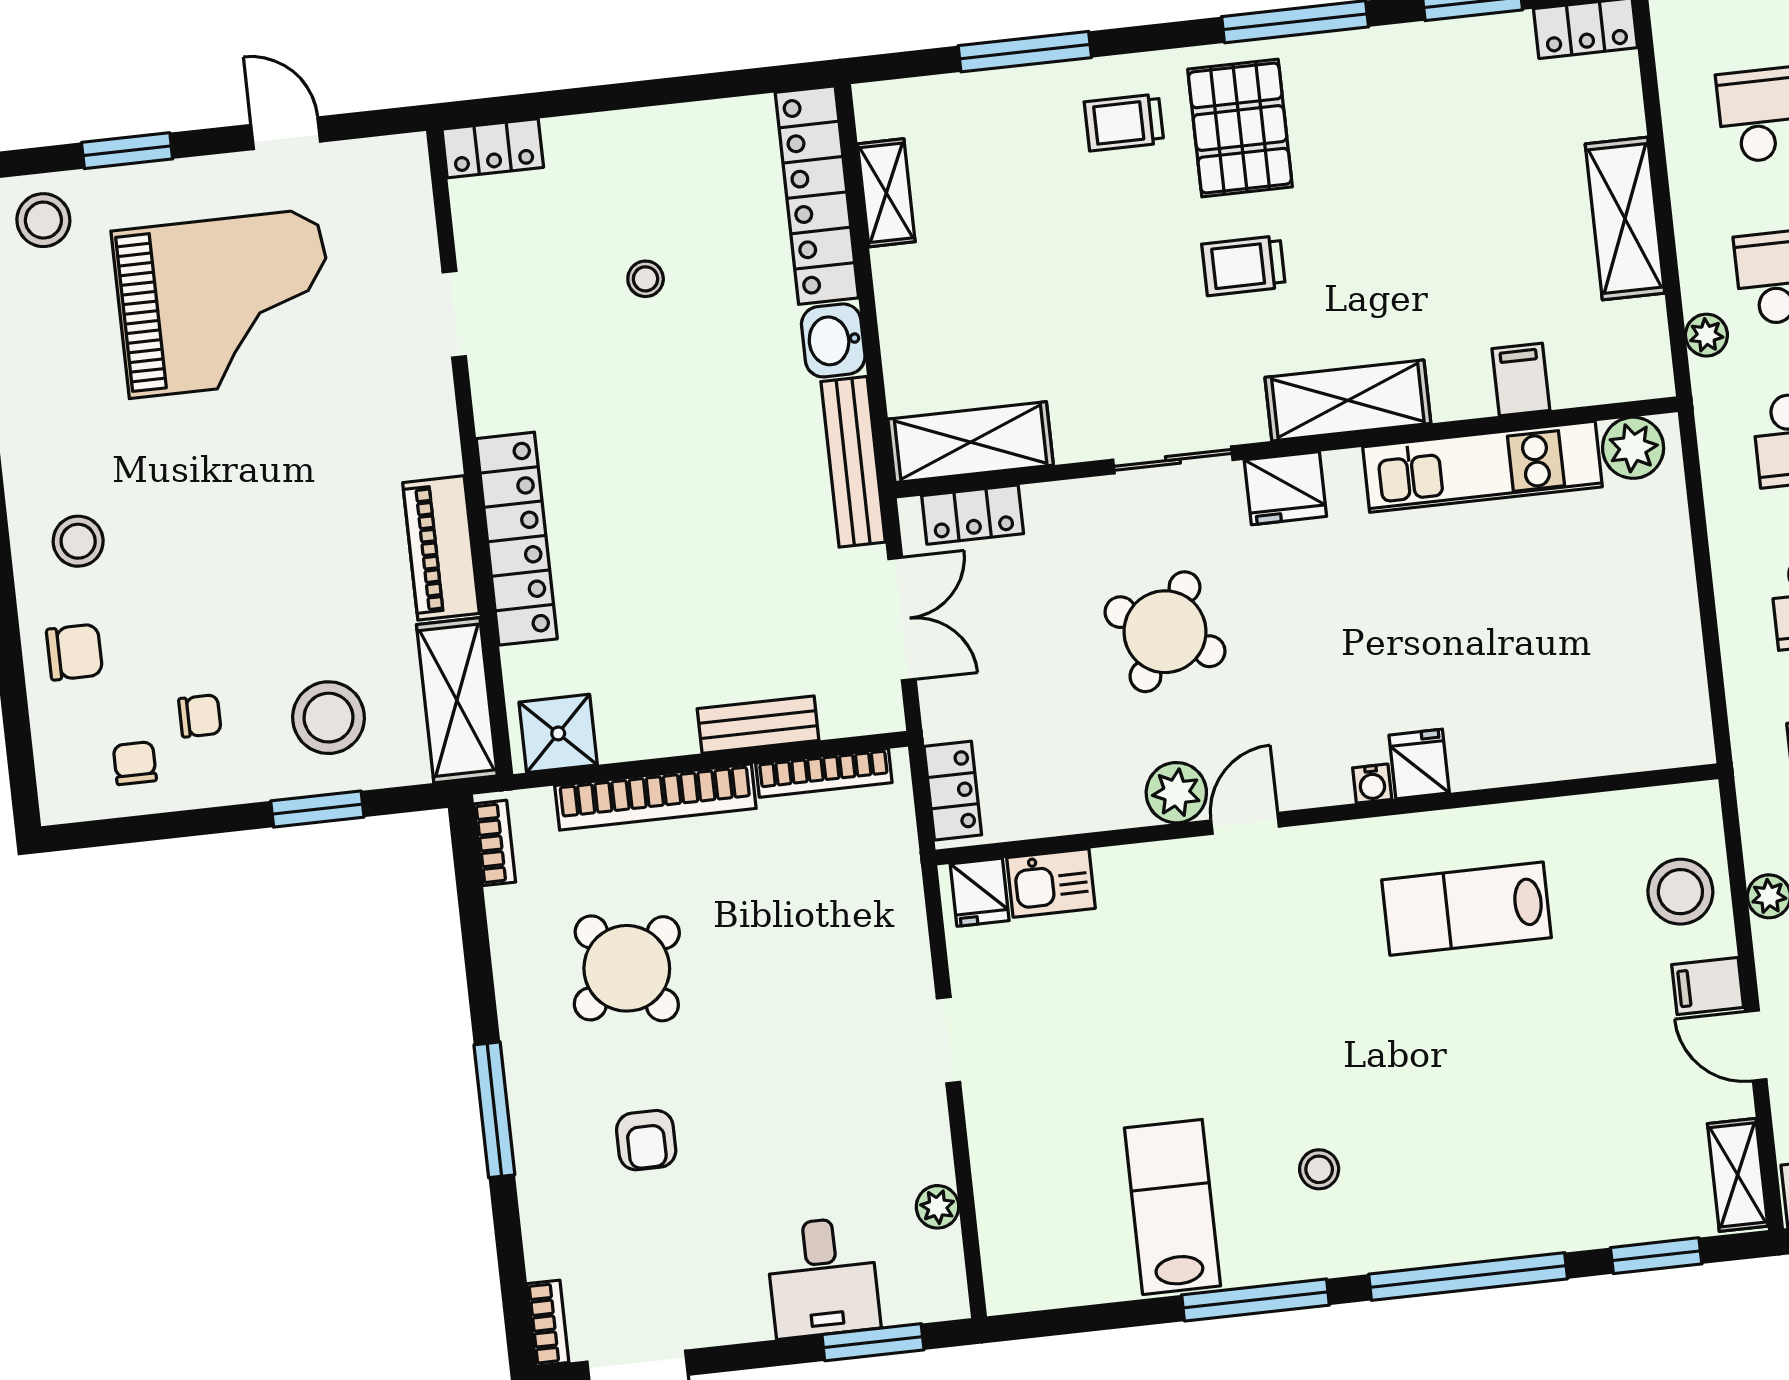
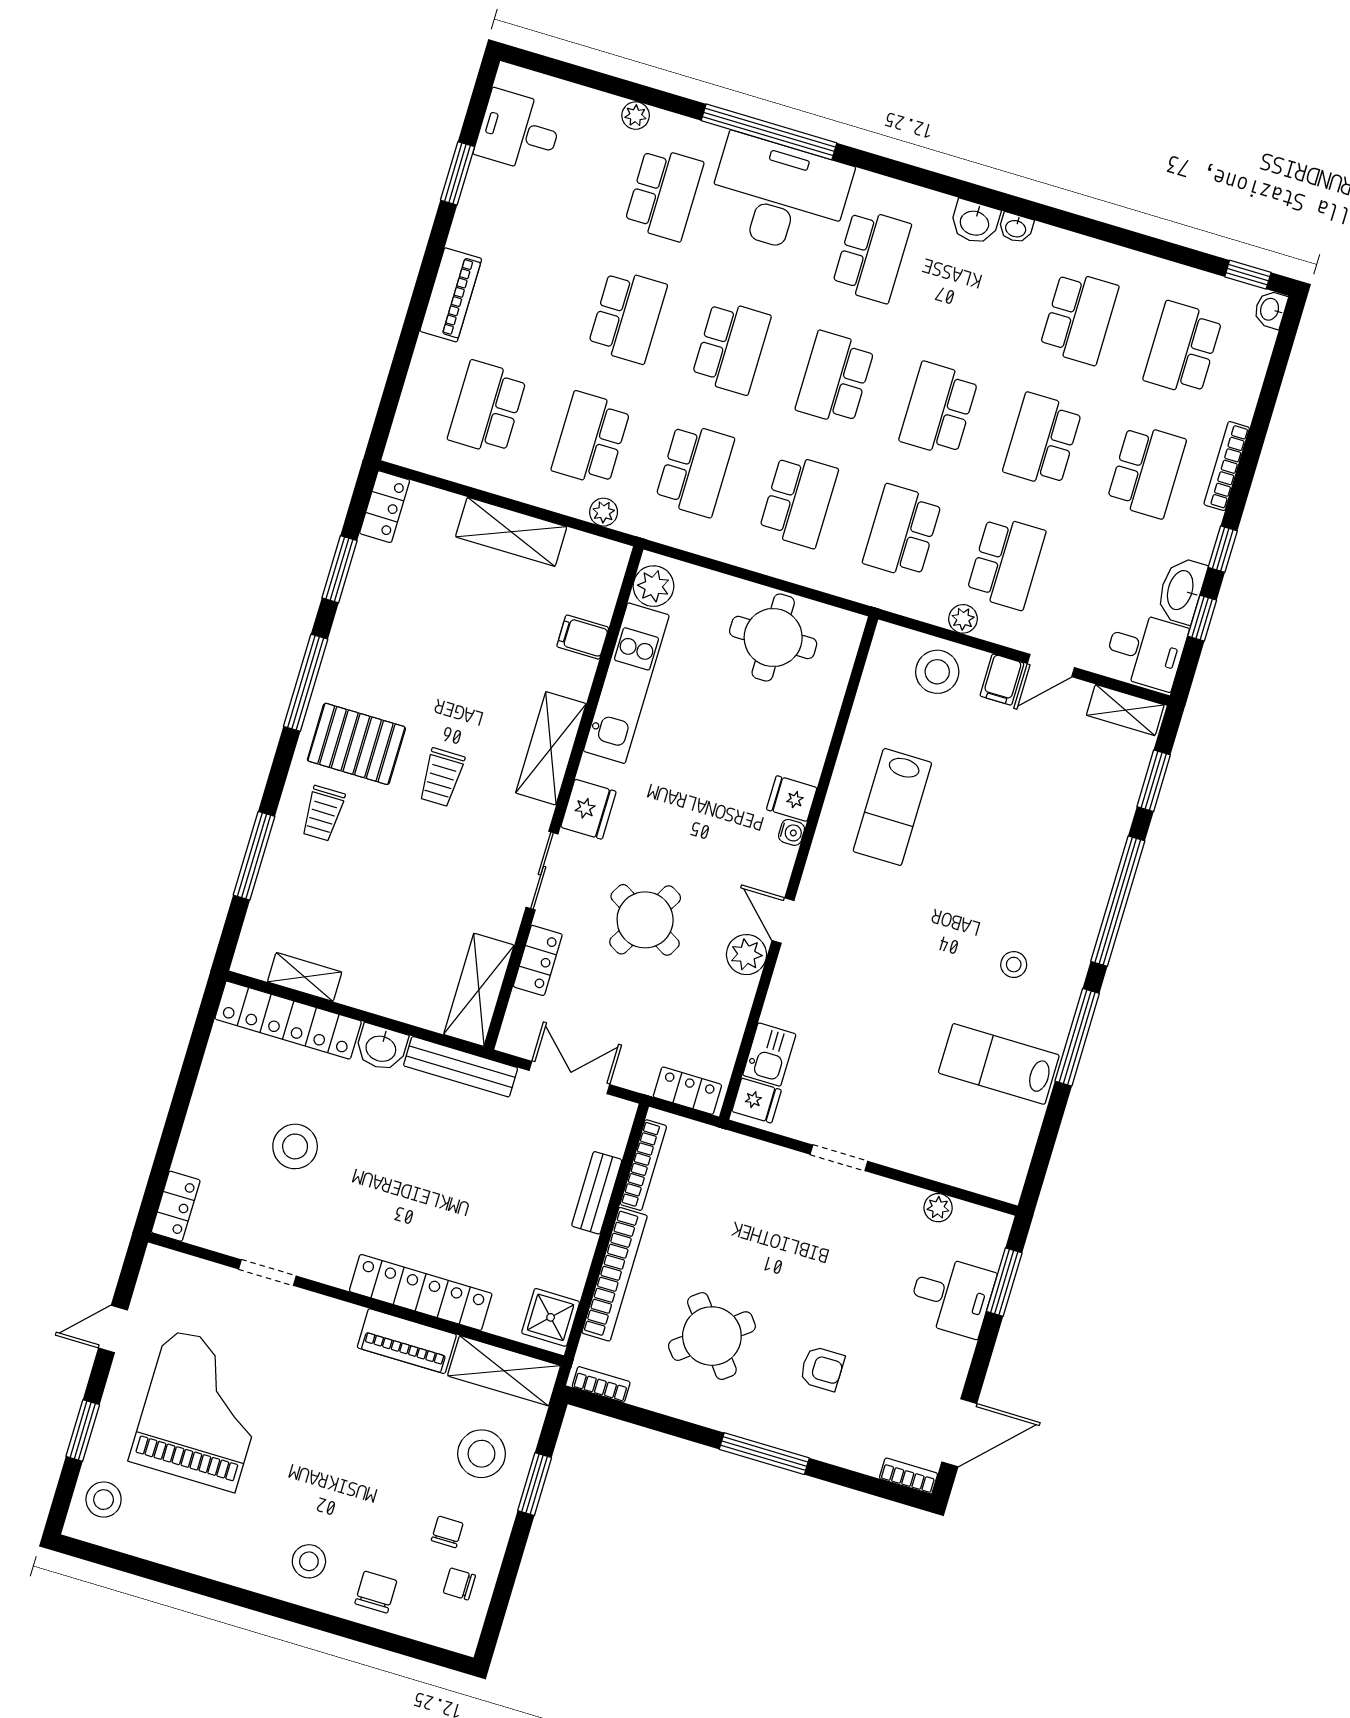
stool: (646, 279) -> (295, 1146), width x1.89, depth x1.89
locker: (973, 515) -> (538, 960), moved
round table: (1632, 644) -> (773, 637), added

